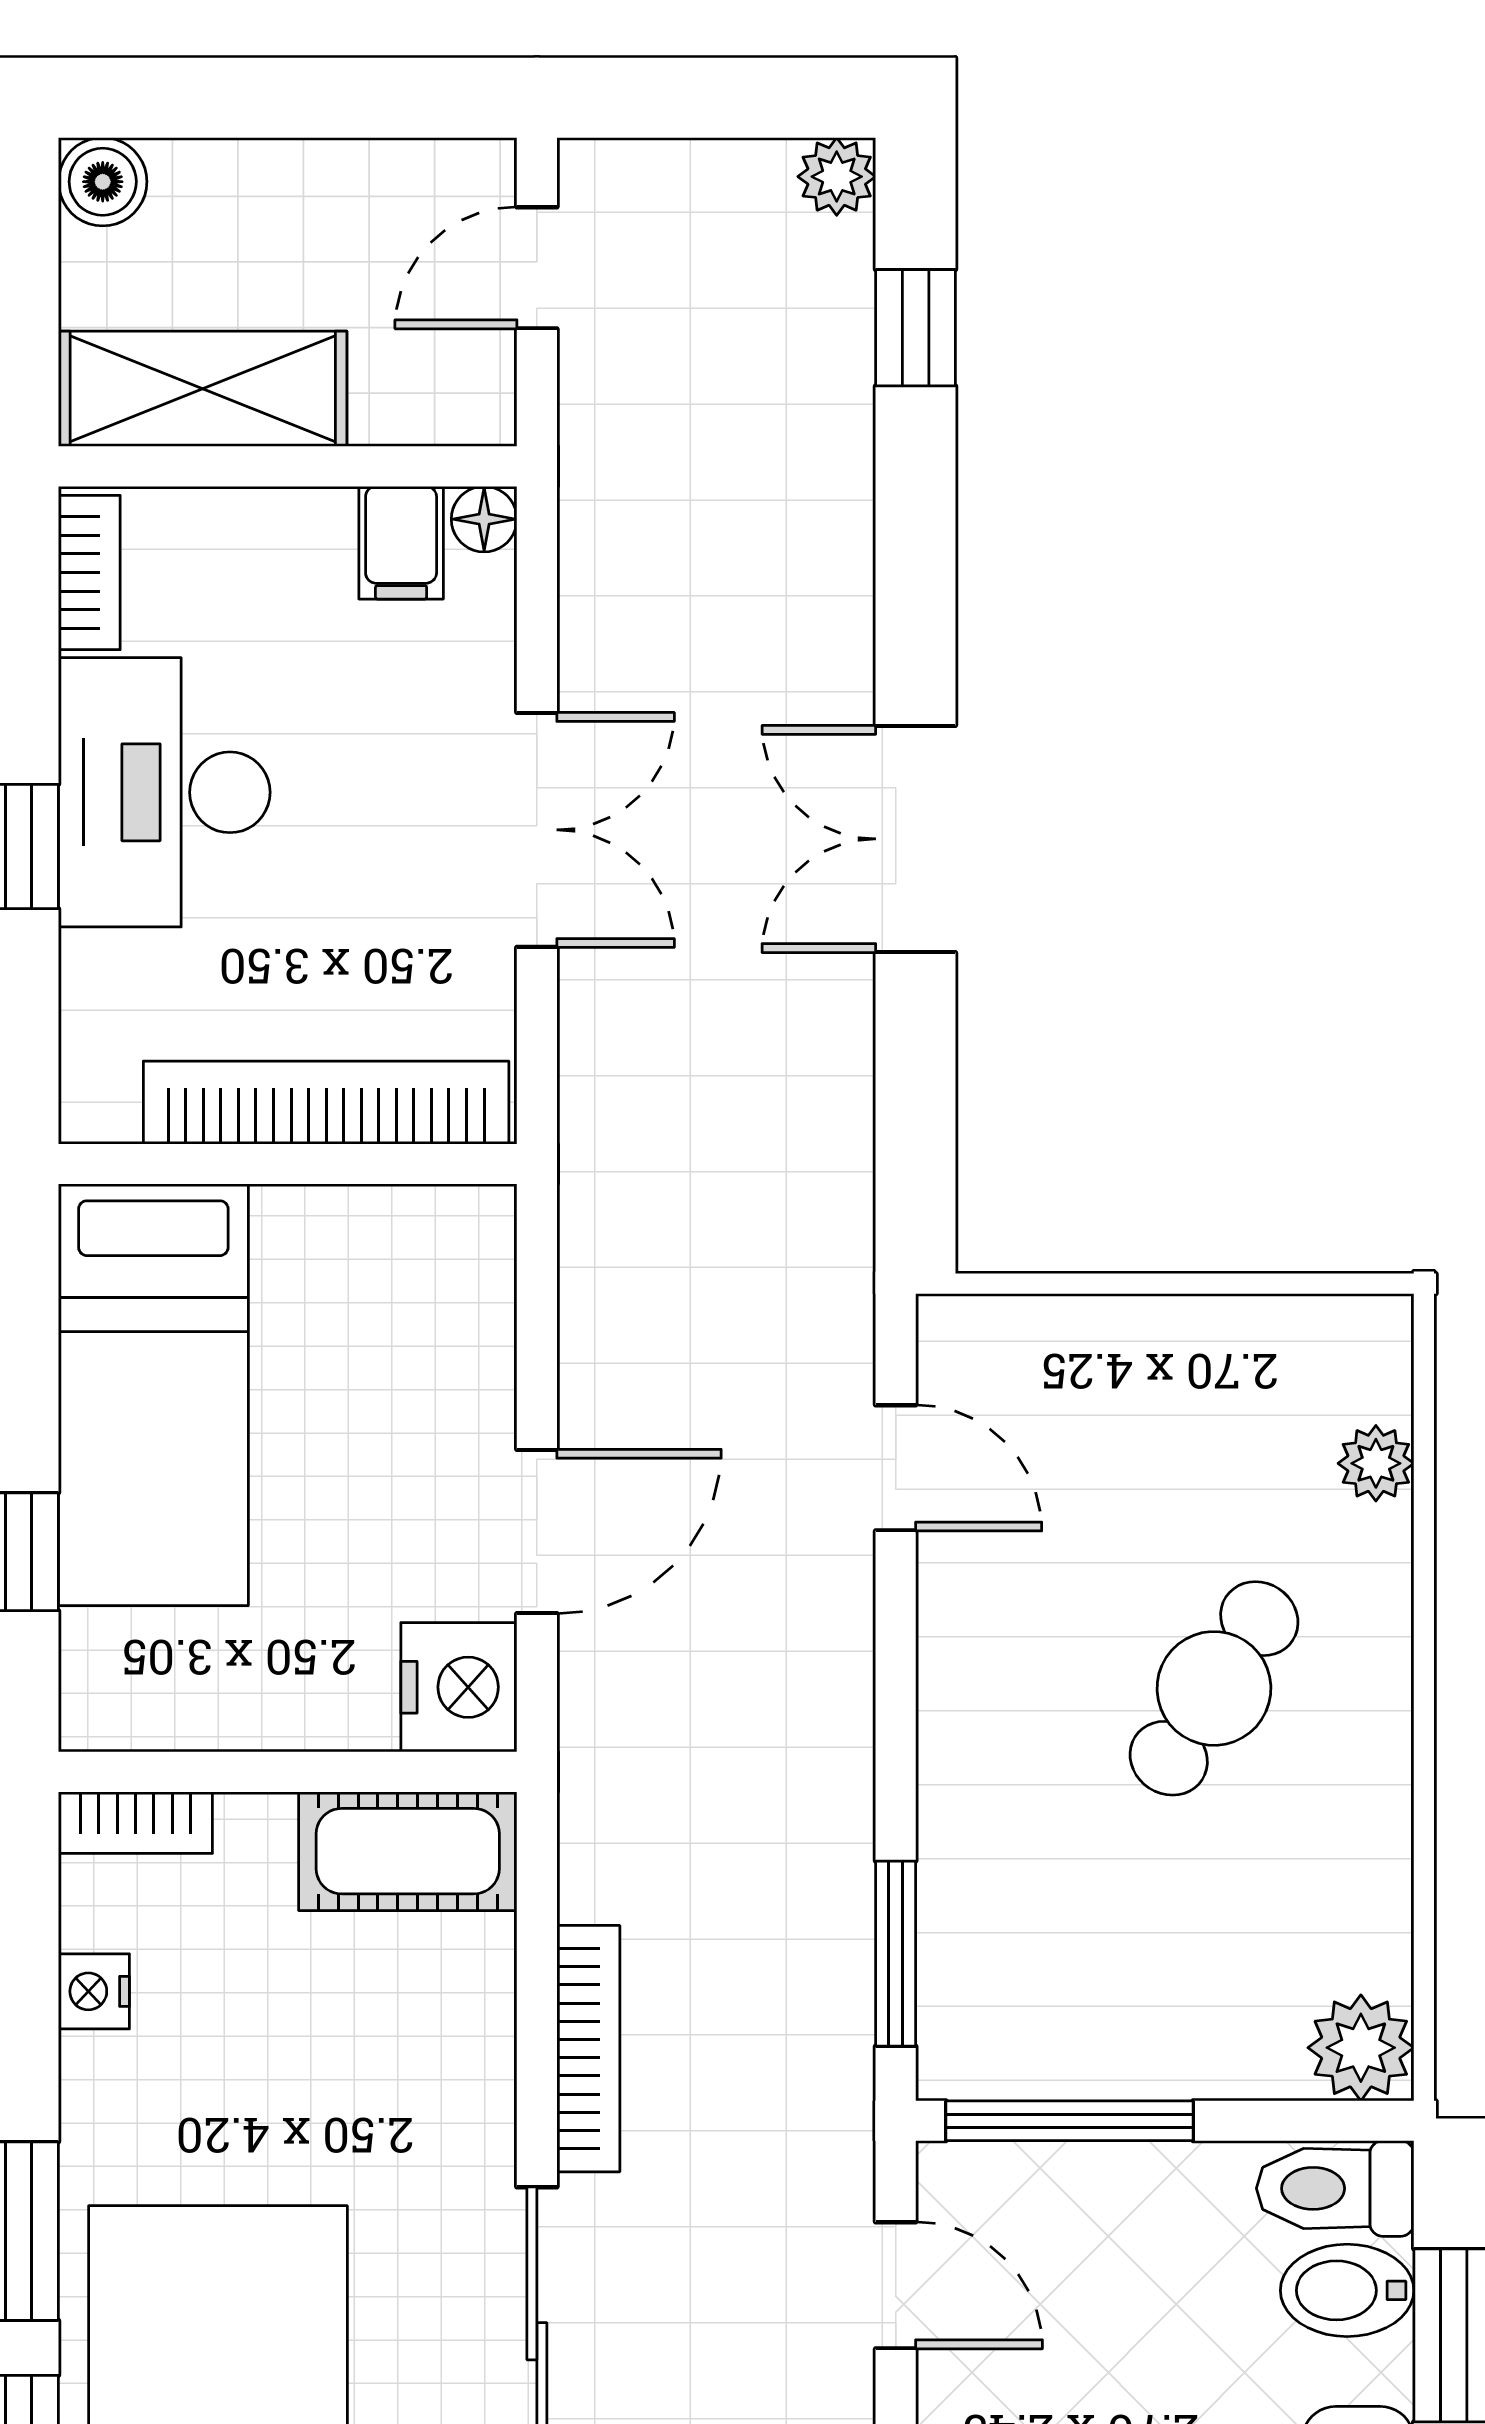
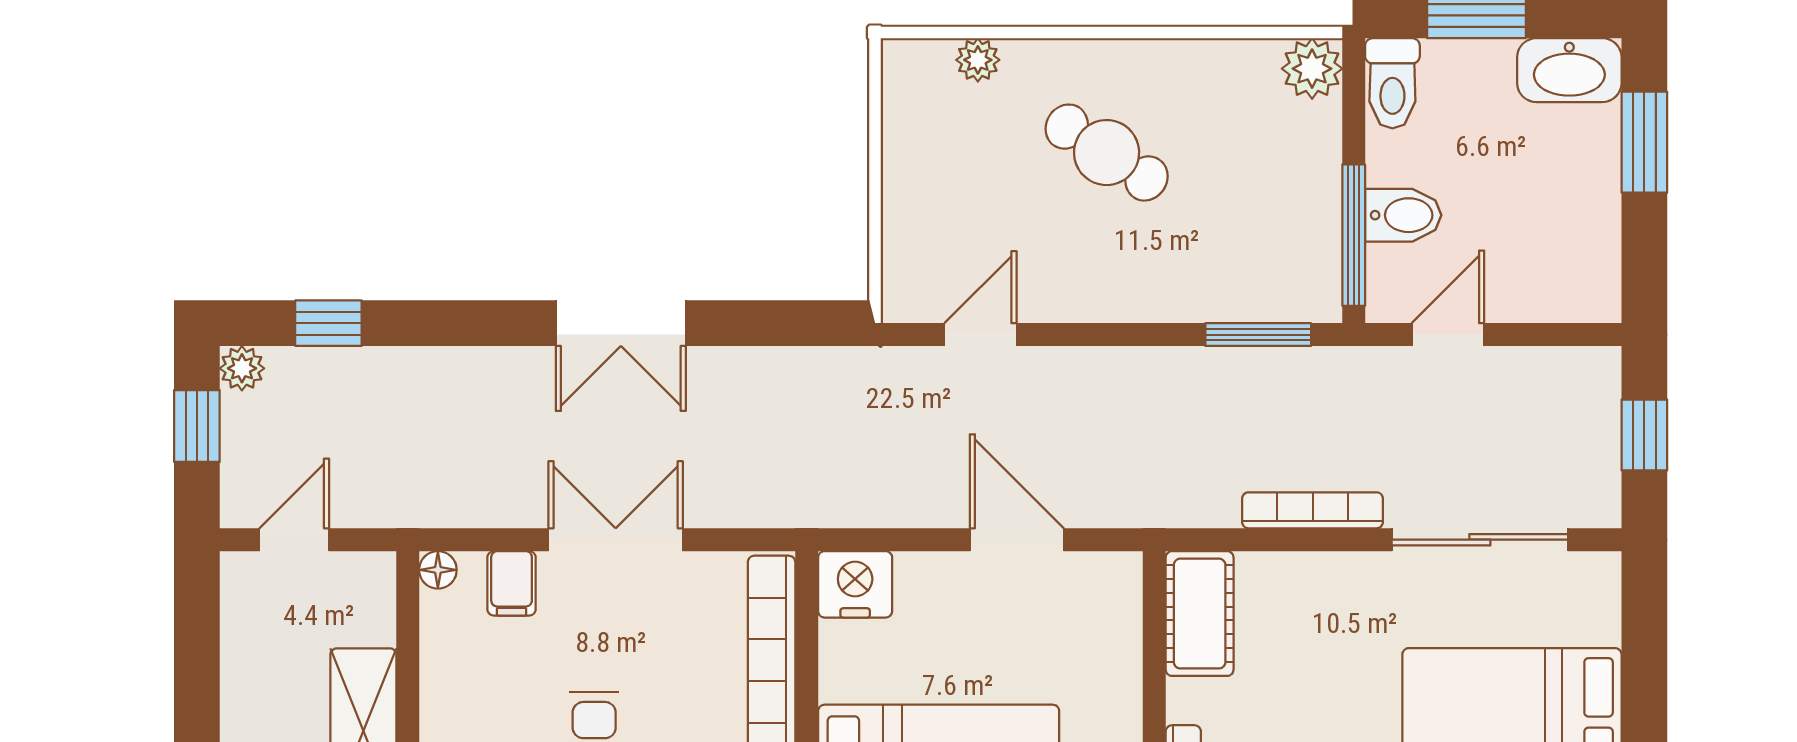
window: (736, 98) -> (197, 426), added
door: (537, 268) -> (294, 540), swing flipped
filing cabinet: (401, 543) -> (512, 583), moved, turned 90
nightstand: (459, 1687) -> (855, 584), moved
bidet: (1347, 2290) -> (1403, 215), moved, turned -90

